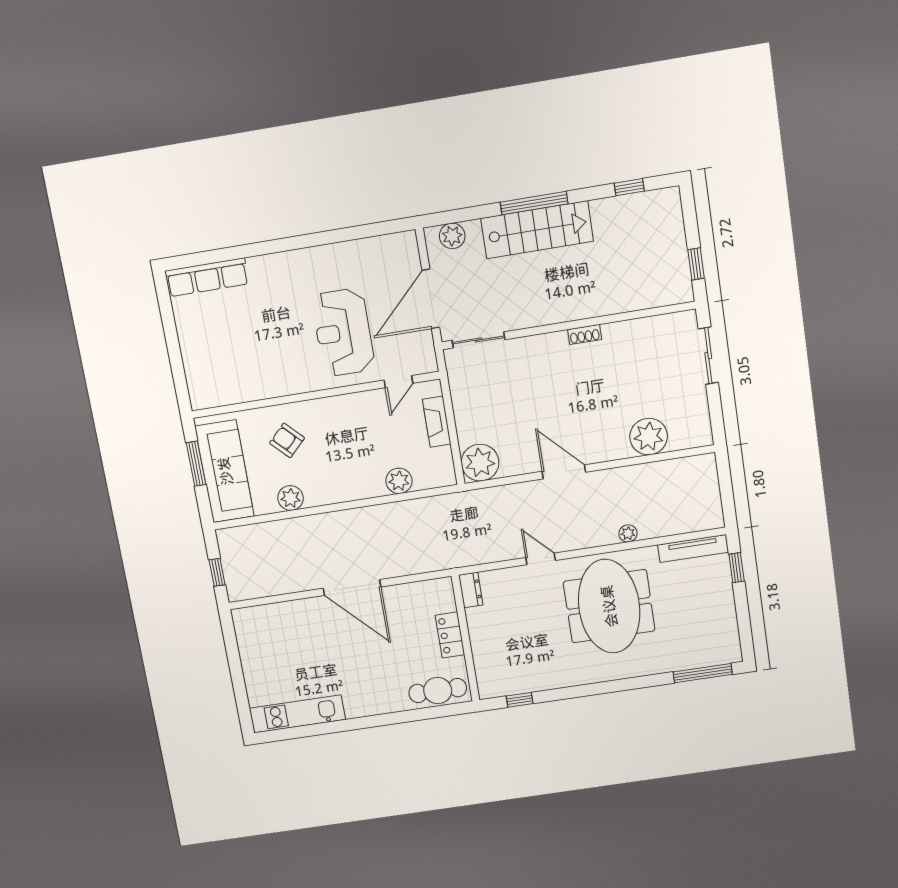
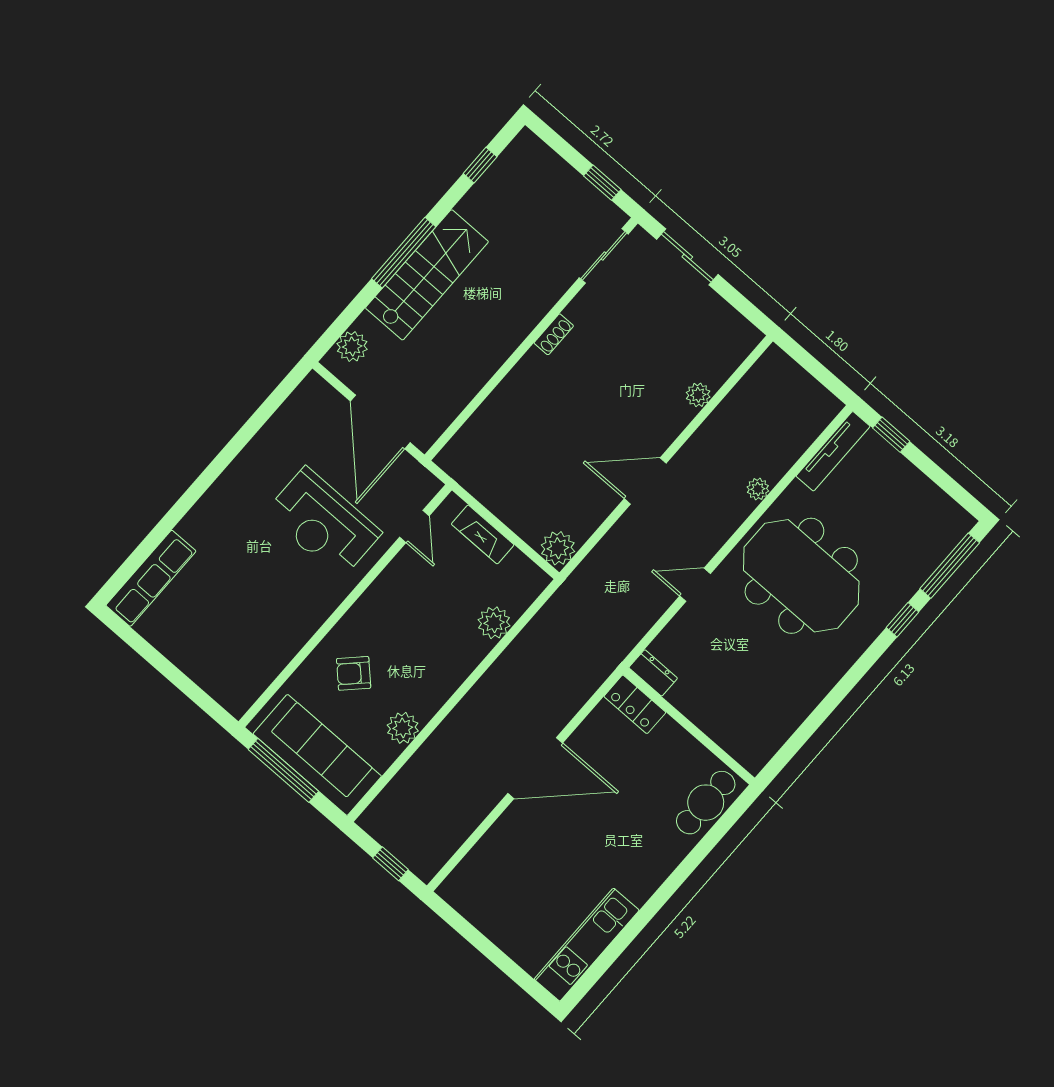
sliding door: (478, 340) -> (604, 256), moved
plant: (649, 437) -> (698, 395), width x0.53, depth x0.53
plant: (480, 463) -> (558, 548), width x0.73, depth x0.73
window: (196, 464) -> (283, 770), width x1.44
locker: (450, 635) -> (635, 704), moved
window: (520, 700) -> (902, 620), moved

